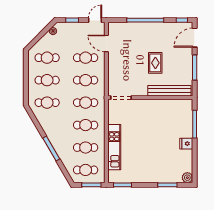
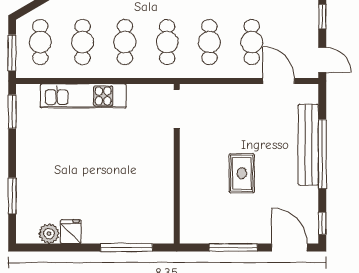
door: (106, 43) -> (279, 81), hinge flipped
rug: (155, 63) -> (242, 173), turned 90
bench: (169, 91) -> (308, 145), moved
fridge: (186, 144) -> (71, 232), moved
plant: (187, 178) -> (49, 234), moved

